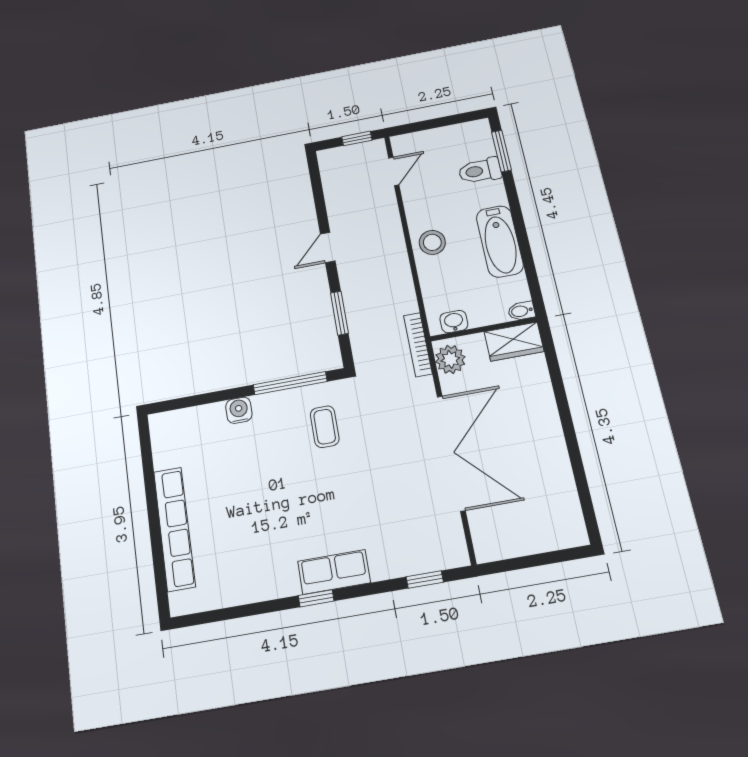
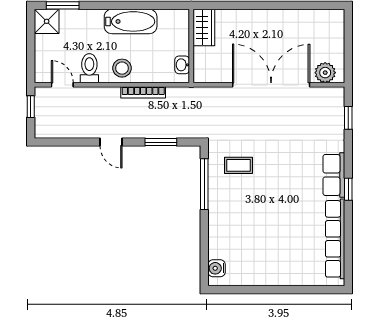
shower: (475, 135) -> (47, 21), added
toilet: (480, 171) -> (89, 68), moved, turned 180
bidet: (521, 311) -> (184, 18), removed
bookcase: (418, 345) -> (143, 92), moved
plant: (450, 359) -> (325, 73), moved
water cooler: (239, 410) -> (217, 268), moved
row of seats: (174, 529) -> (335, 239), moved, turned -90

